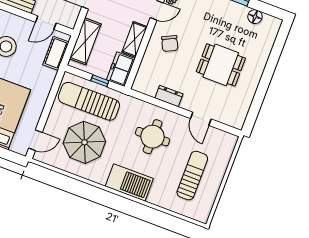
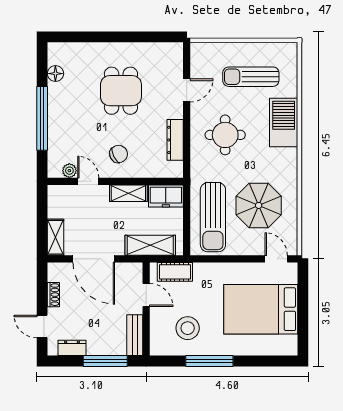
window: (100, 81) -> (187, 214), removed
dresser: (169, 96) -> (175, 140), width x1.44
barbecue: (129, 182) -> (284, 123), moved

